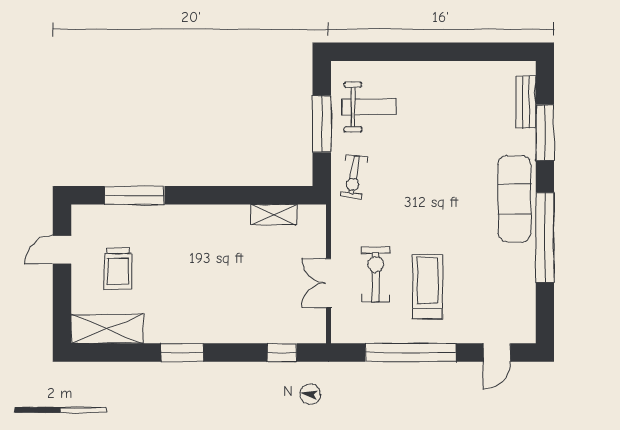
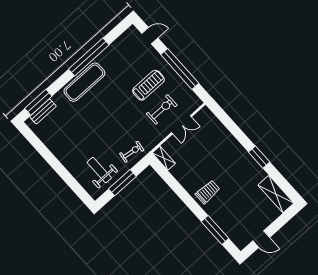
window: (545, 133) -> (38, 102), moved
shelving: (274, 215) -> (164, 158), moved
trolley: (118, 268) -> (208, 192), moved
exercise bike: (376, 274) -> (162, 109), turned 180
treadmill: (428, 287) -> (148, 85), turned 180
window: (282, 352) -> (224, 118), removed

